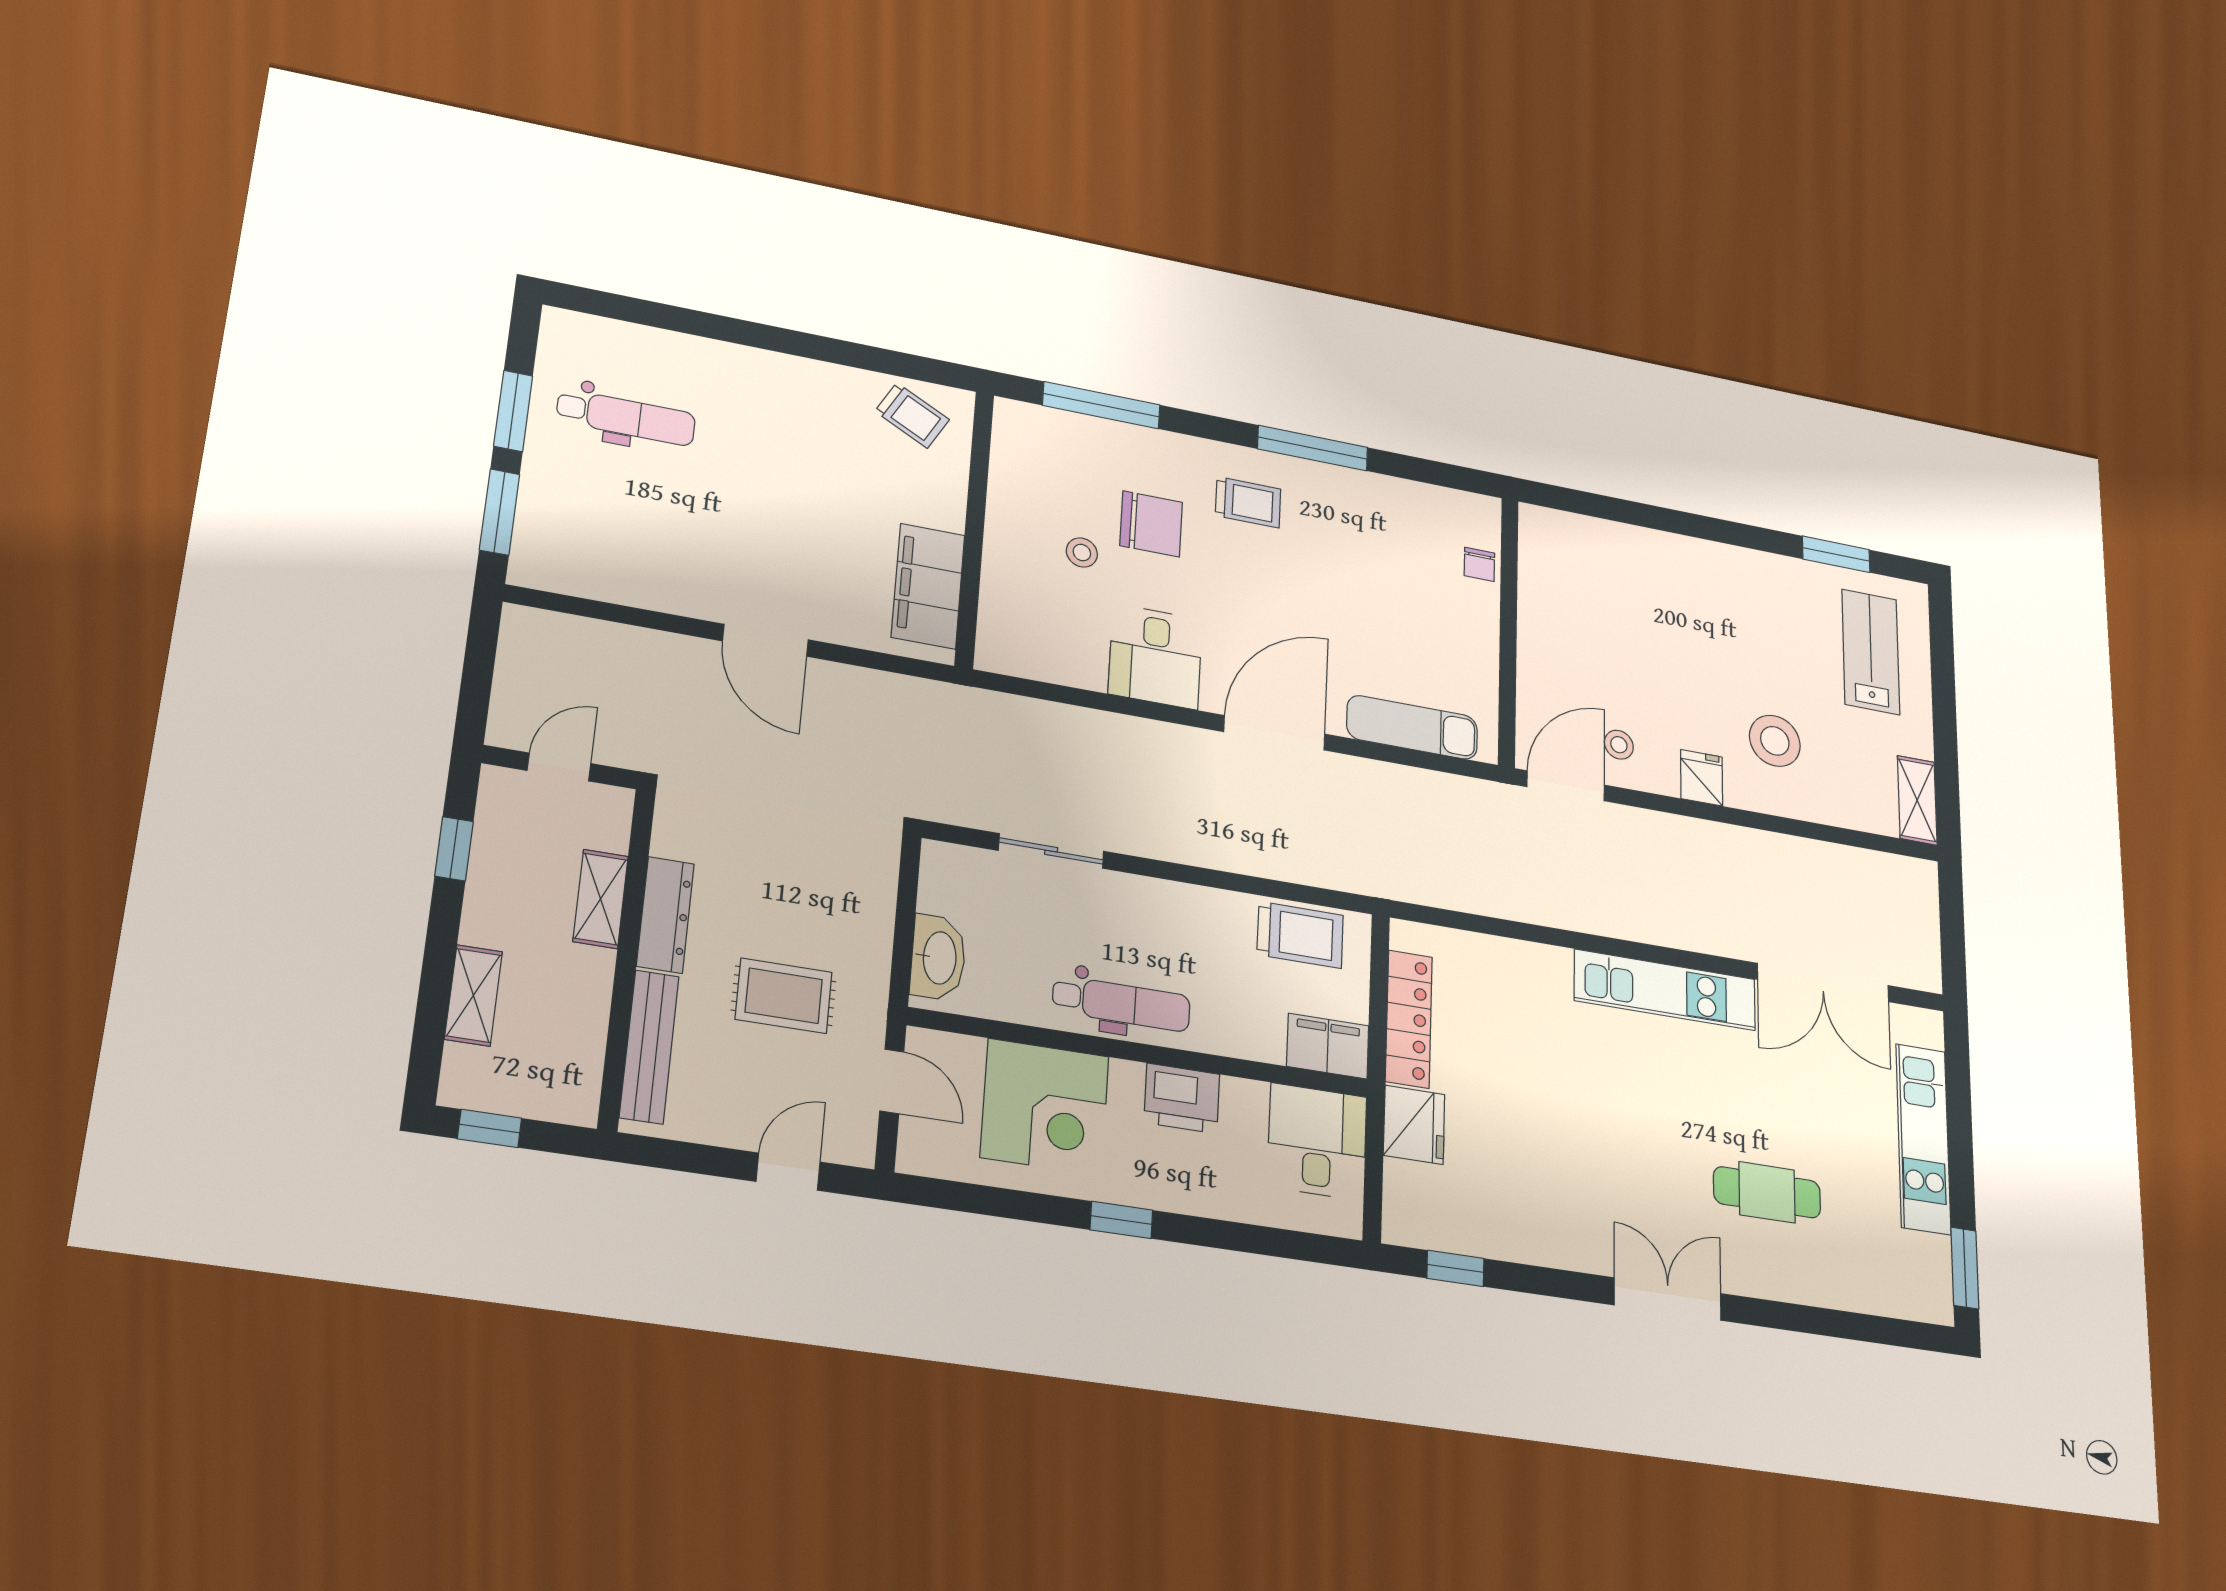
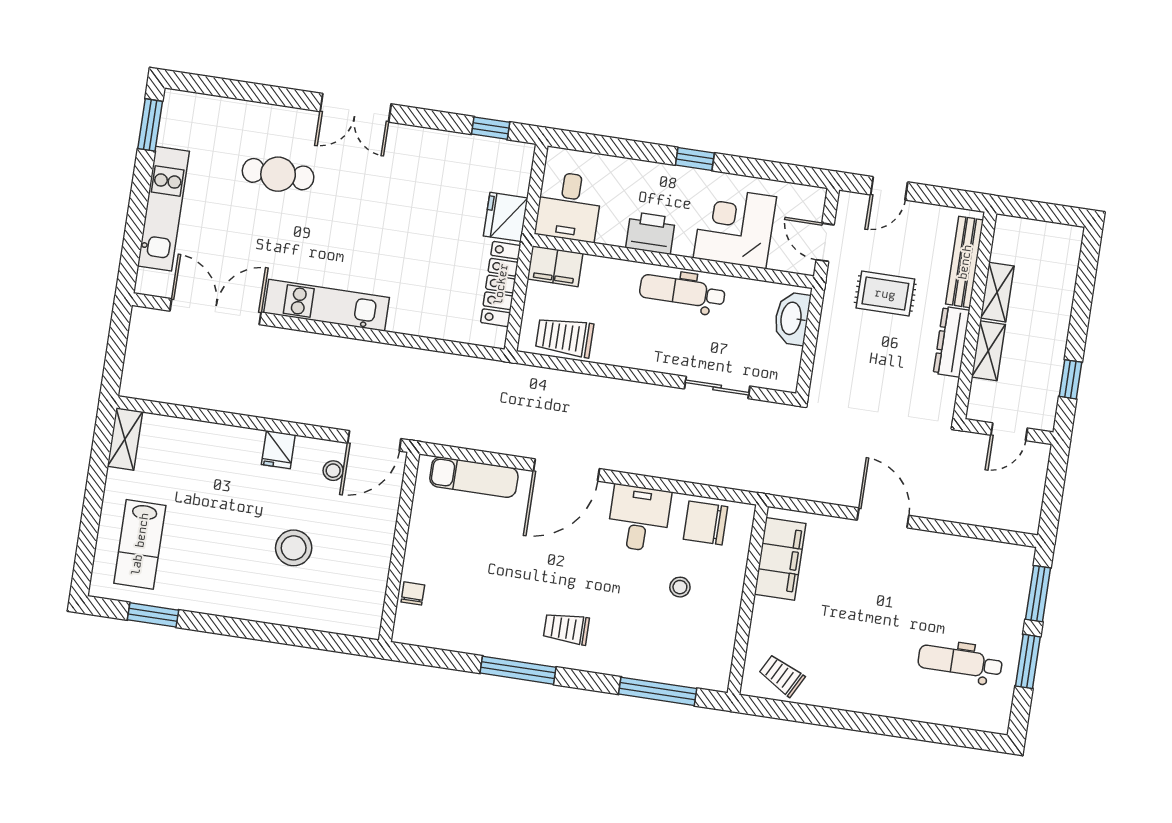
chair: (1151, 524) -> (706, 523), moved
stool: (1775, 741) -> (294, 548), moved
shelving: (473, 995) -> (997, 292), moved
window: (489, 1128) -> (1056, 214), removed

